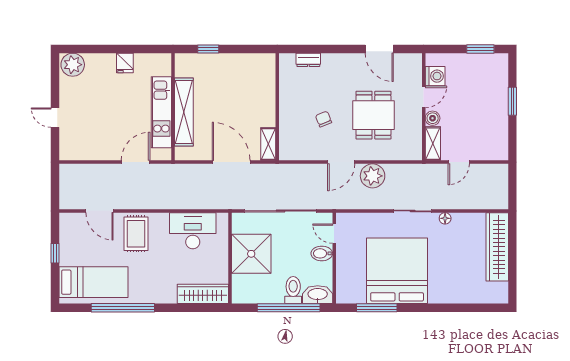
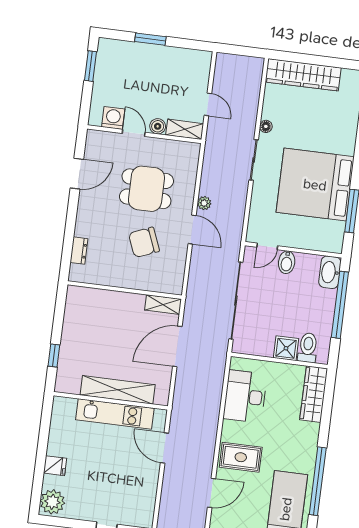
fridge: (125, 63) -> (55, 466), moved
chair: (324, 119) -> (144, 242), width x1.87, depth x1.87
plant: (373, 176) -> (204, 203), width x0.53, depth x0.53
shower: (251, 254) -> (286, 348), width x0.54, depth x0.54
toilet: (293, 290) -> (308, 348), moved, turned 90

